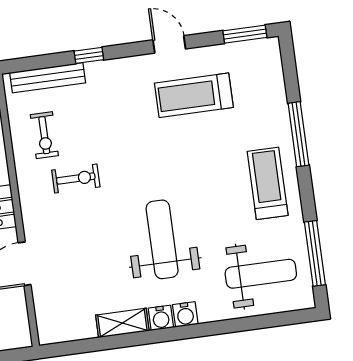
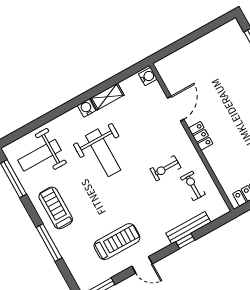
bench: (48, 78) -> (188, 228), moved
treadmill: (268, 183) -> (56, 208), turned 180
water cooler: (185, 314) -> (148, 77), moved, turned 90

